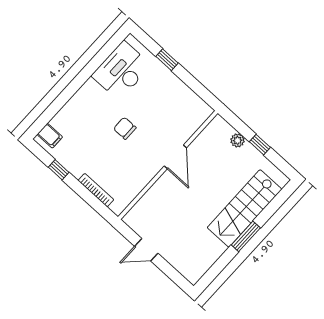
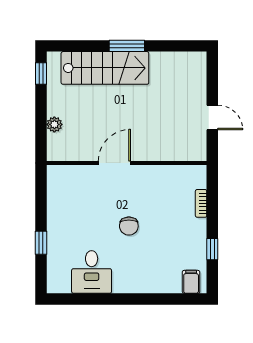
desk: (121, 71) -> (92, 272), width x0.73
window: (260, 145) -> (41, 74), moved
bookcase: (96, 190) -> (201, 203), width x0.64

